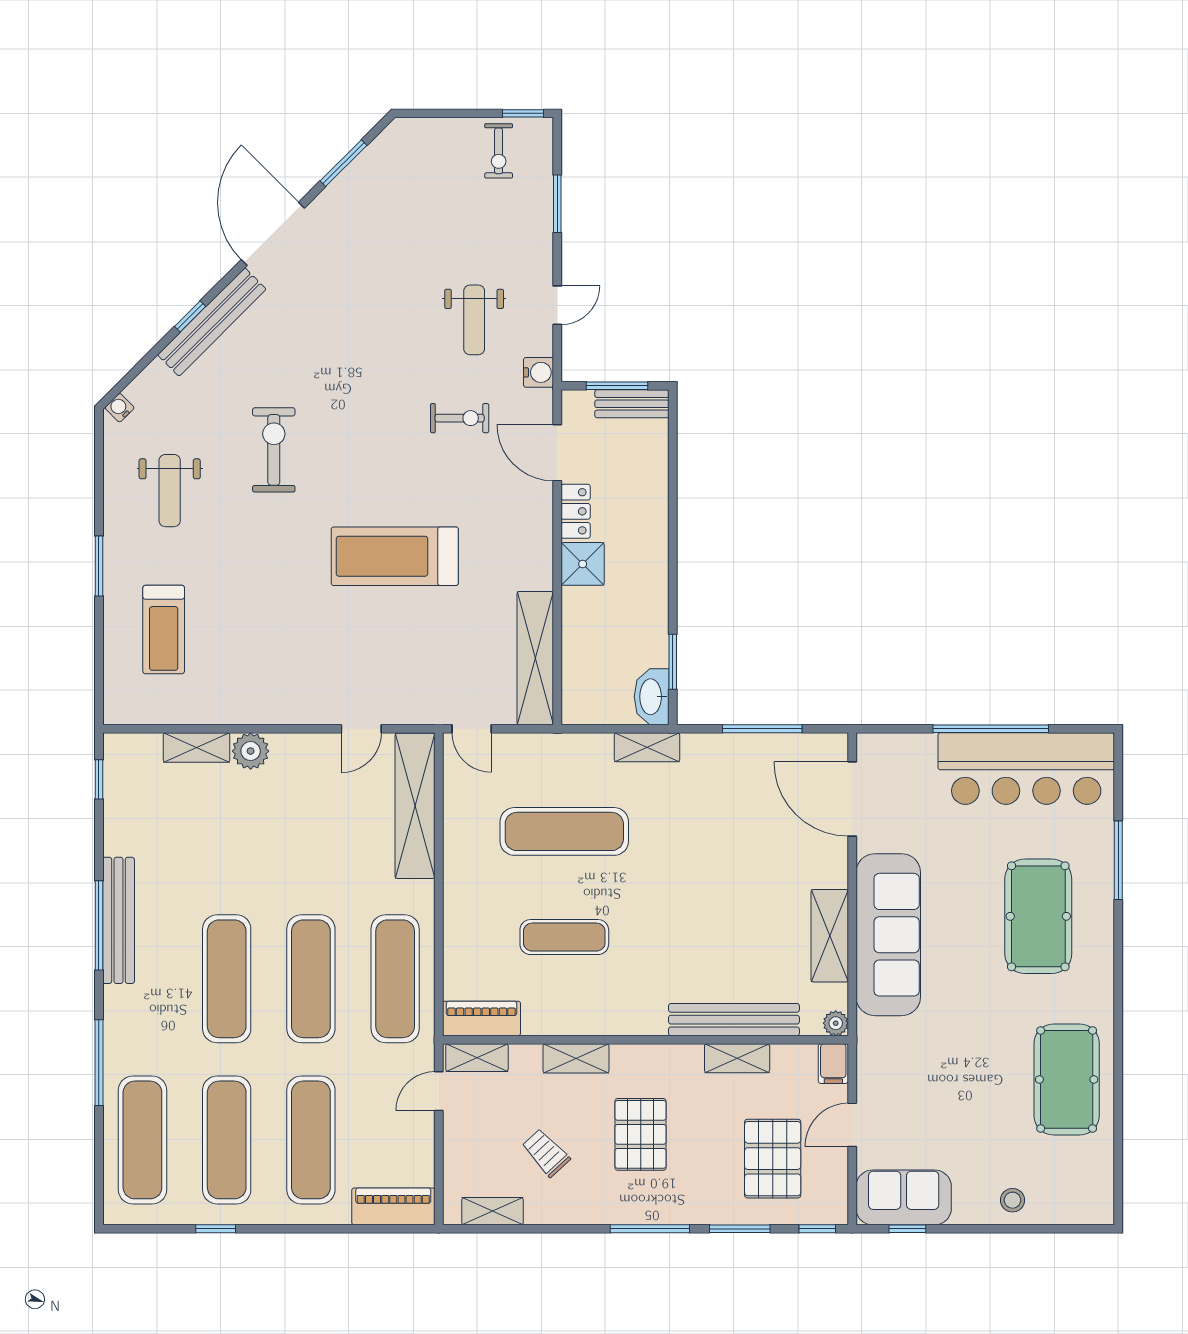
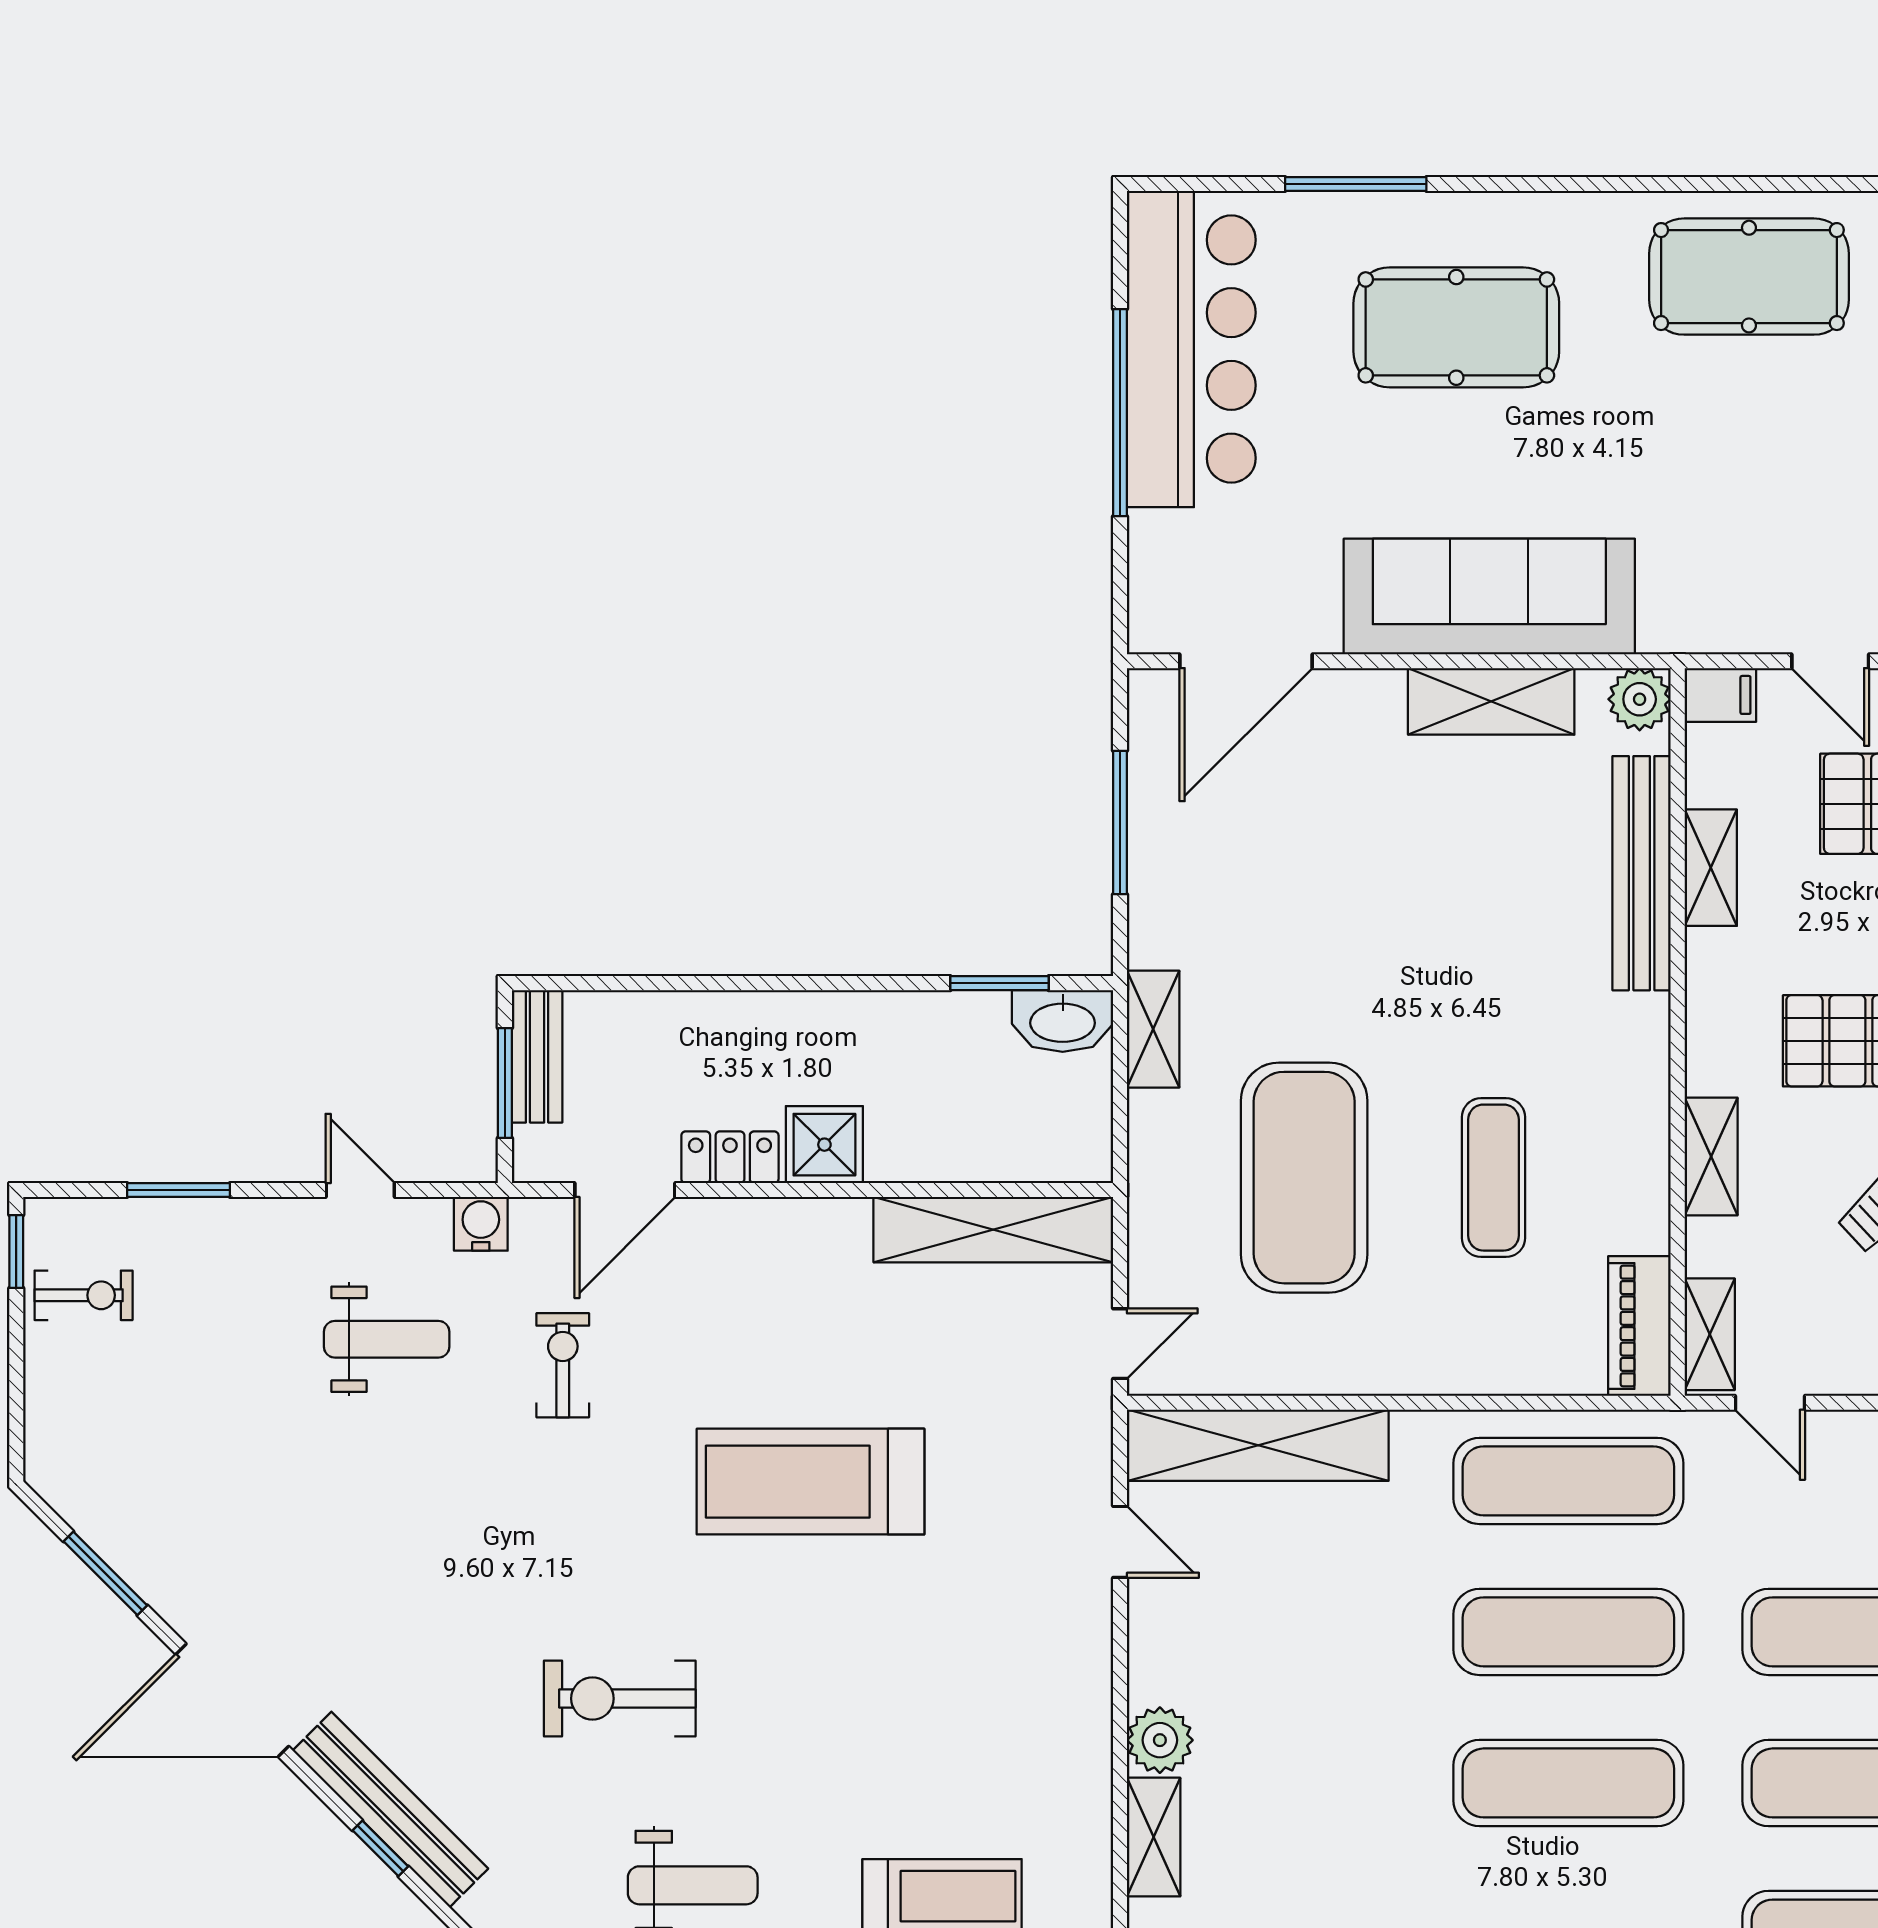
treadmill: (395, 556) -> (811, 1482), turned 90
exercise mat: (564, 831) -> (1304, 1178), width x1.47
plant: (836, 1023) -> (1640, 699), width x1.38, depth x1.38

